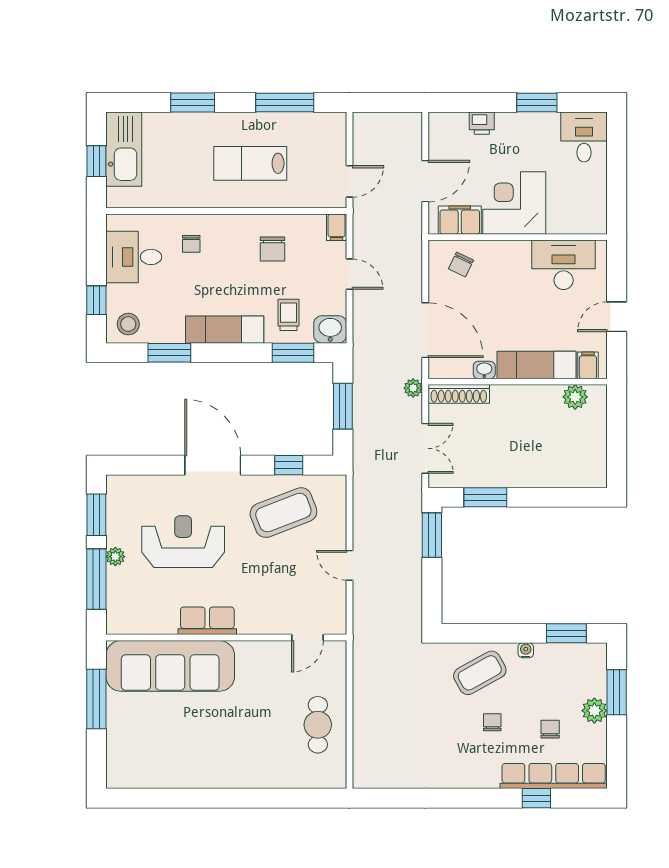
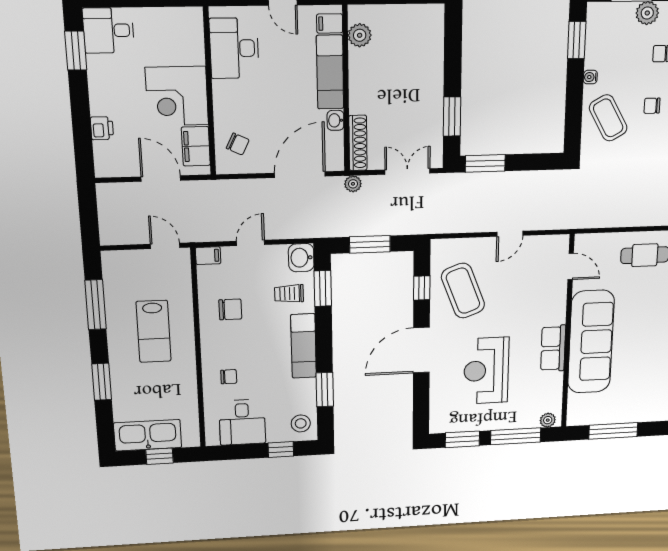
window: (537, 103) -> (76, 51), moved
plant: (115, 557) -> (548, 420), moved
sofa: (170, 666) -> (591, 342), moved

